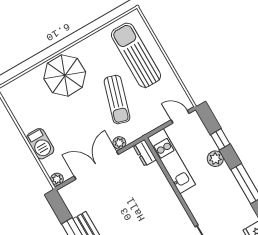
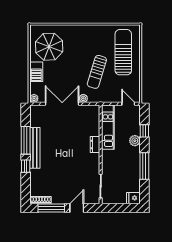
parasol: (65, 75) -> (49, 47), moved
dresser: (145, 153) -> (95, 145), moved

